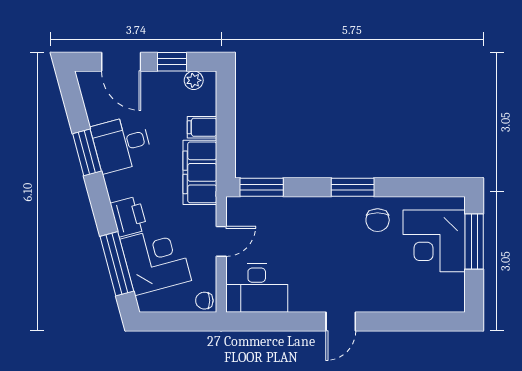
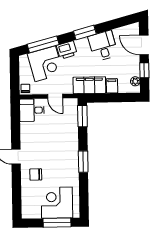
door: (121, 62) -> (144, 45), hinge flipped
window: (87, 152) -> (85, 32), moved
chair: (378, 220) -> (36, 174), moved
desk: (257, 288) -> (32, 110), width x0.73

